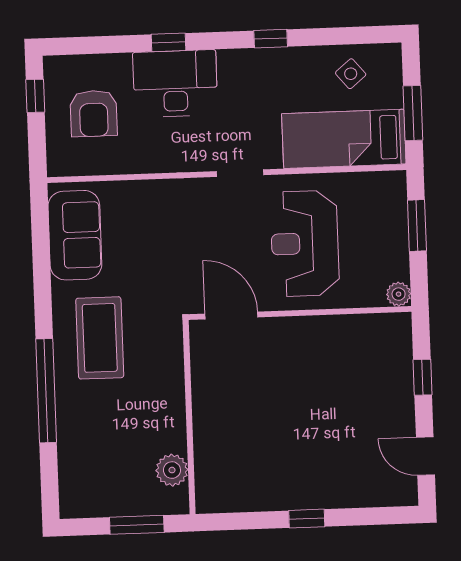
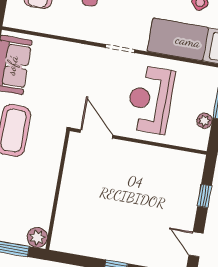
plant: (399, 294) -> (204, 121), moved
plant: (172, 470) -> (37, 237), moved

